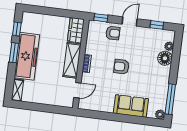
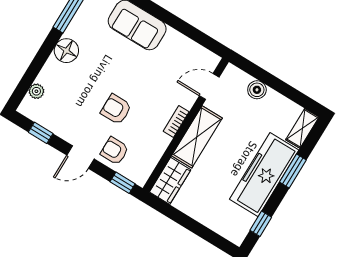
window: (14, 53) -> (293, 171), moved
floor lamp: (165, 58) -> (66, 51), moved
armchair: (121, 67) -> (116, 109), moved, turned 180
boiler: (51, 100) -> (257, 90), added

